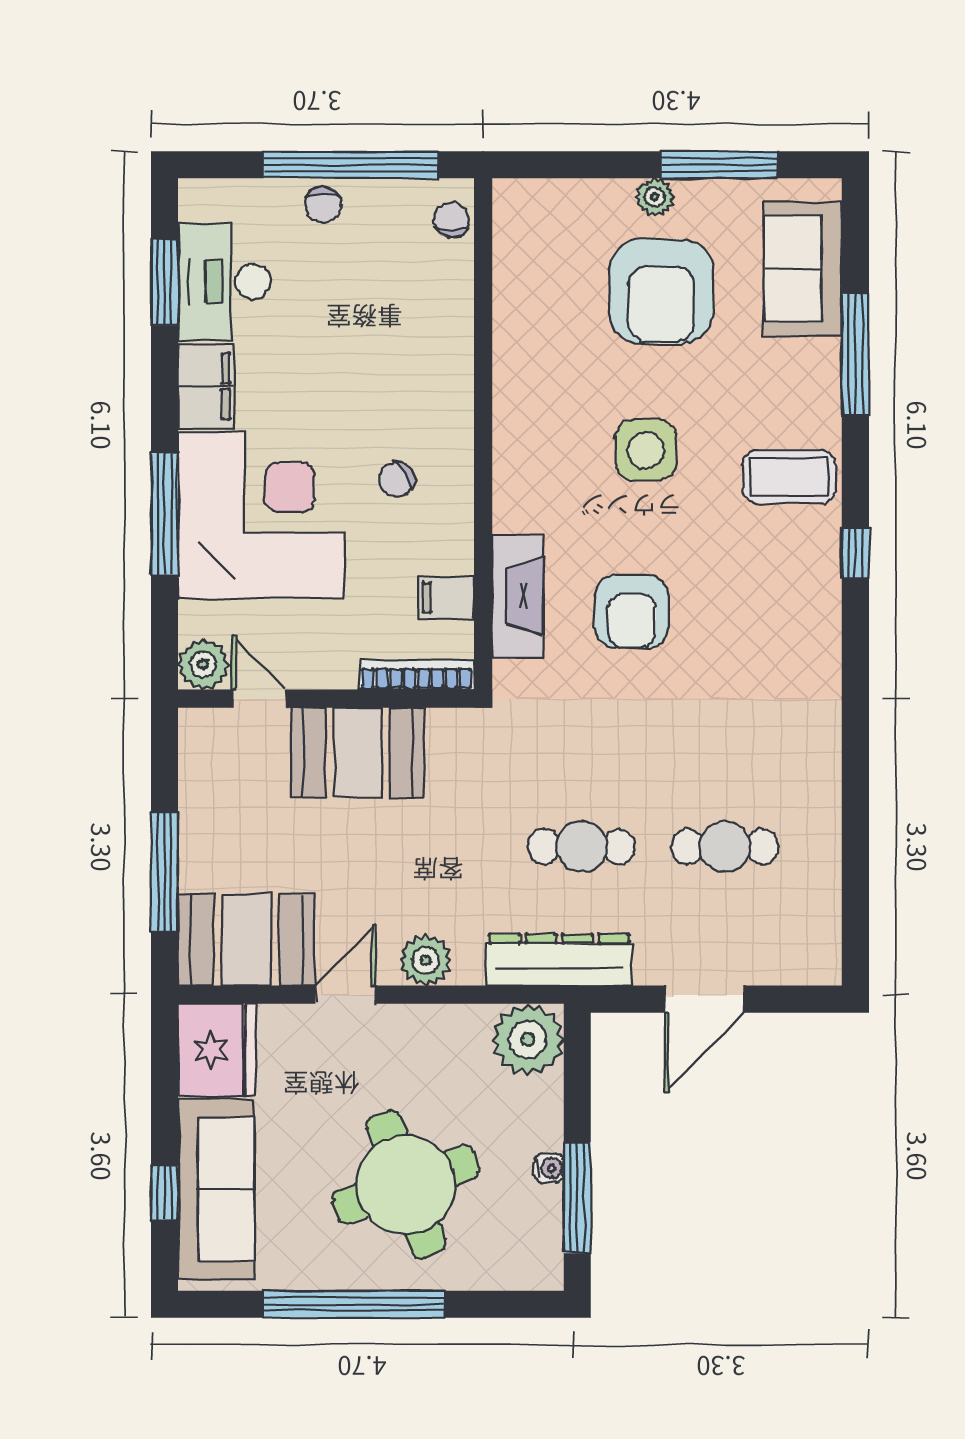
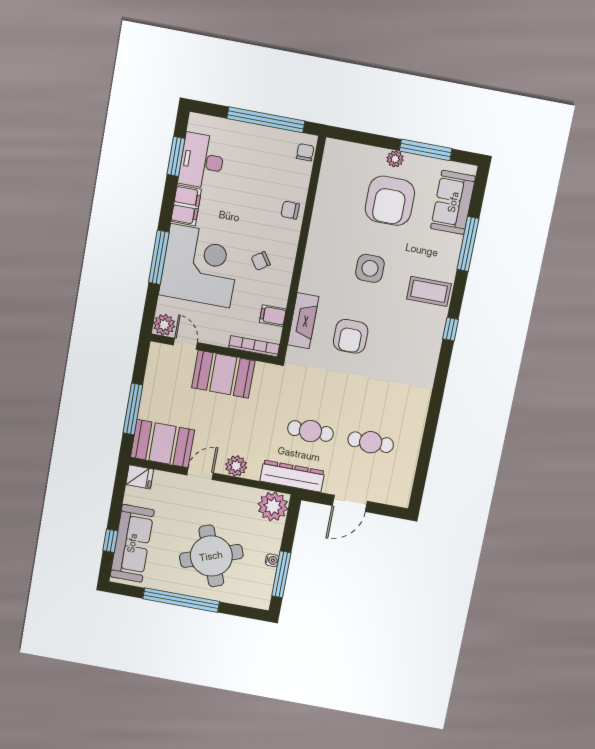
chair: (323, 205) -> (290, 210), moved, turned 91
fridge: (217, 1050) -> (140, 477), width x0.53, depth x0.75

